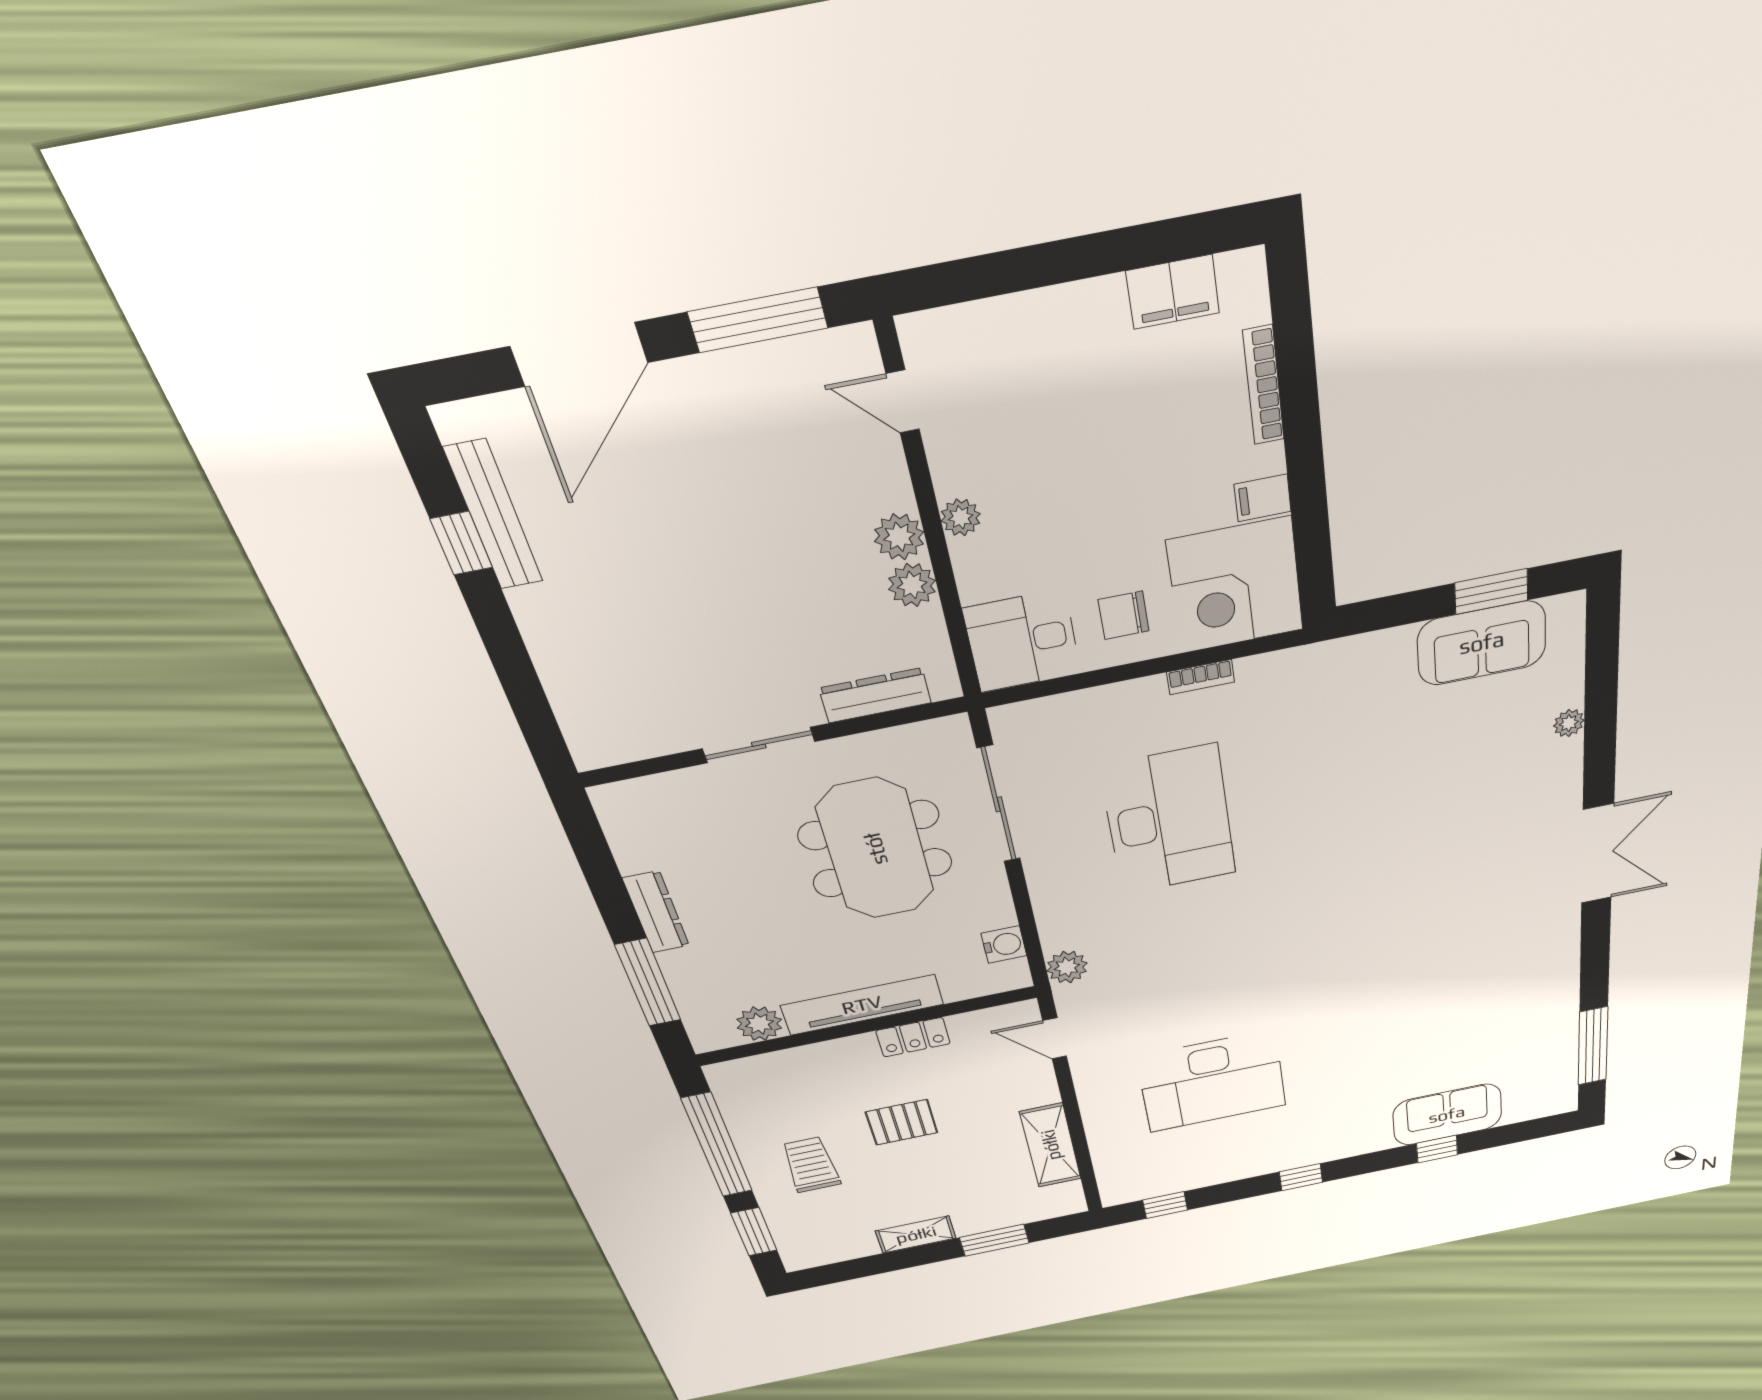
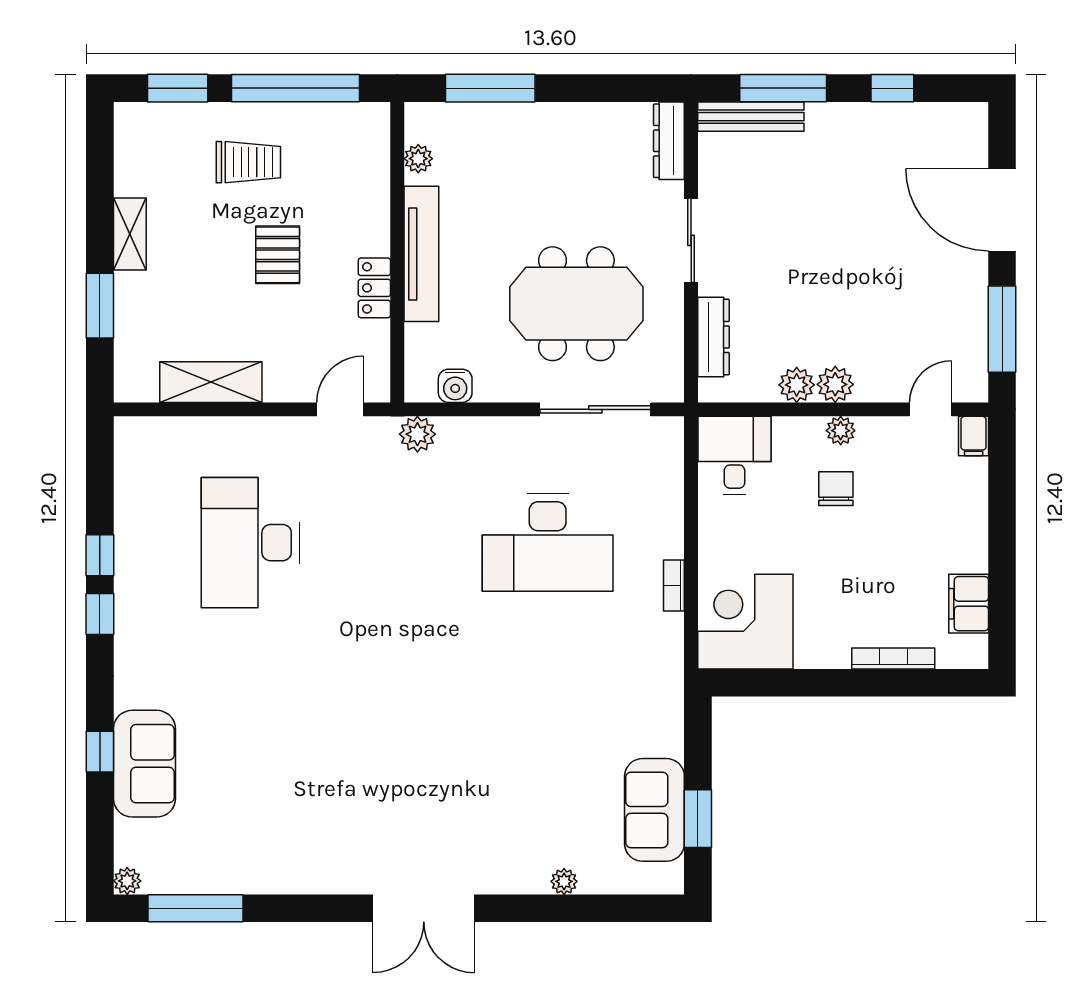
filing cabinet: (1263, 498) -> (974, 436), moved, turned 180
bench: (494, 515) -> (751, 117), moved
chair: (1124, 615) -> (836, 489), moved
window: (519, 680) -> (783, 88), added
dresser: (656, 912) -> (669, 141), moved, turned 90
plant: (759, 1024) -> (418, 159), width x0.73, depth x0.73
plant: (1565, 1103) -> (127, 881), added
window: (1165, 1205) -> (100, 555), moved

